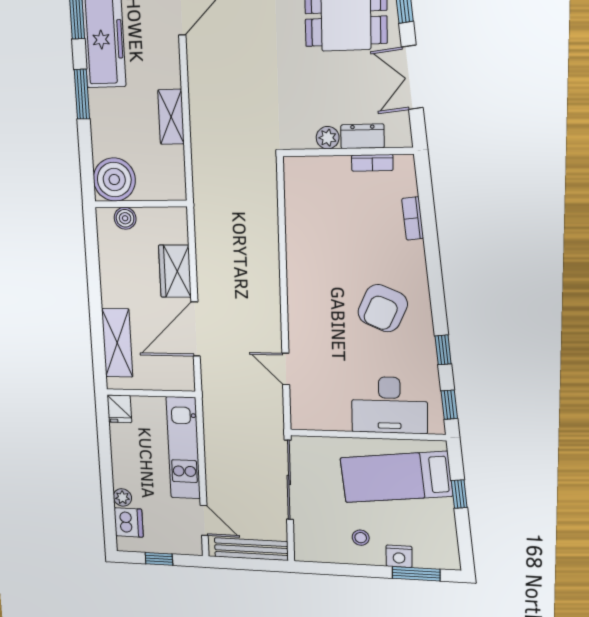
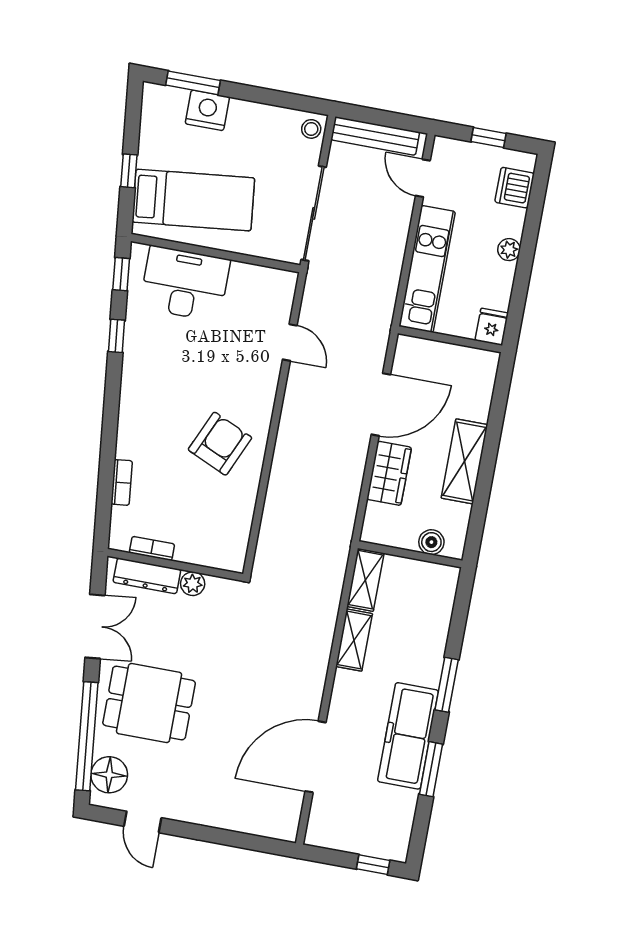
dresser: (362, 136) -> (147, 576), width x1.44
shelving: (174, 173) -> (365, 580), added
boiler: (114, 180) -> (433, 586), removed
armchair: (383, 308) -> (220, 444), moved
shelving: (117, 343) -> (464, 461), moved
plant: (122, 497) -> (509, 250), moved
stool: (361, 538) -> (311, 129), moved
nightstand: (399, 556) -> (207, 110), width x1.36, depth x1.33

